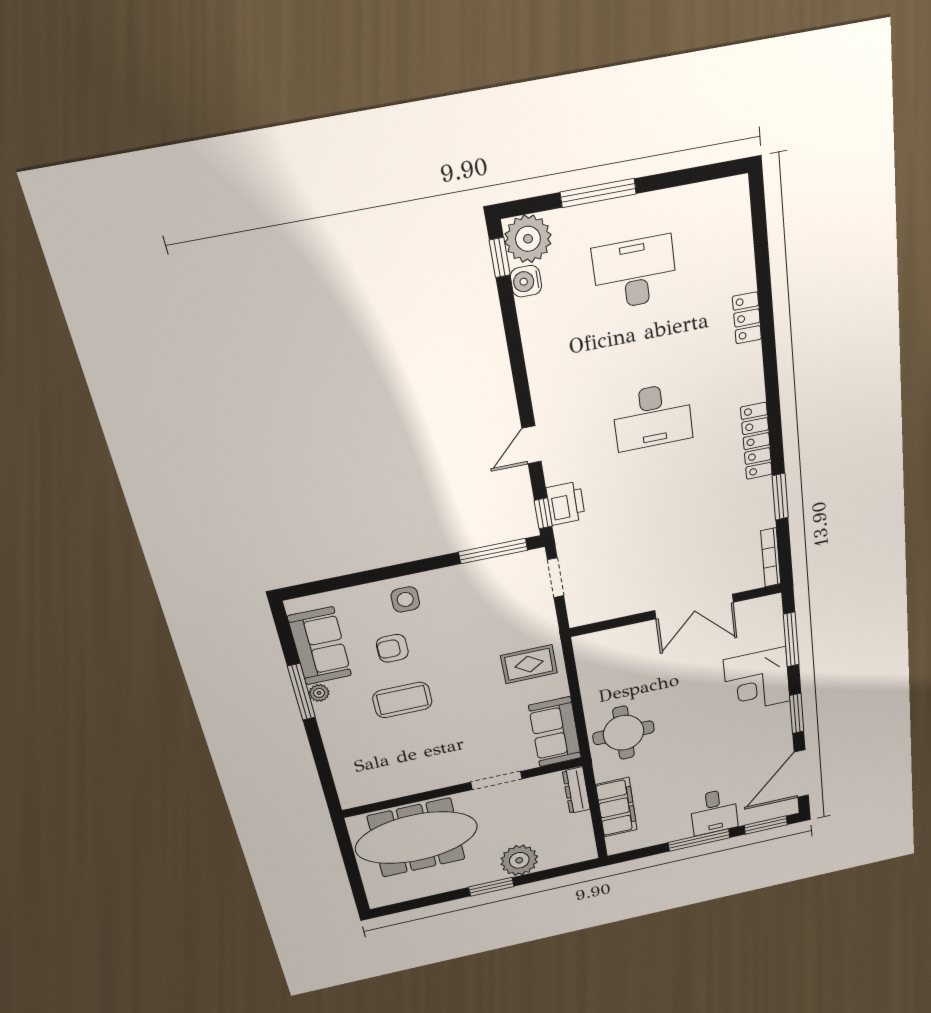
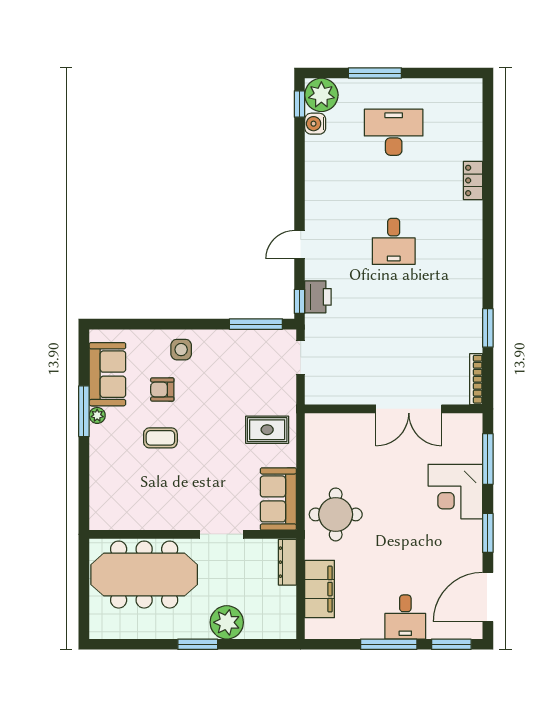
desk: (652, 417) -> (394, 241), width x0.73
locker: (756, 441) -> (472, 278), removed
coffee table: (402, 700) -> (160, 438), width x0.73, depth x0.77

